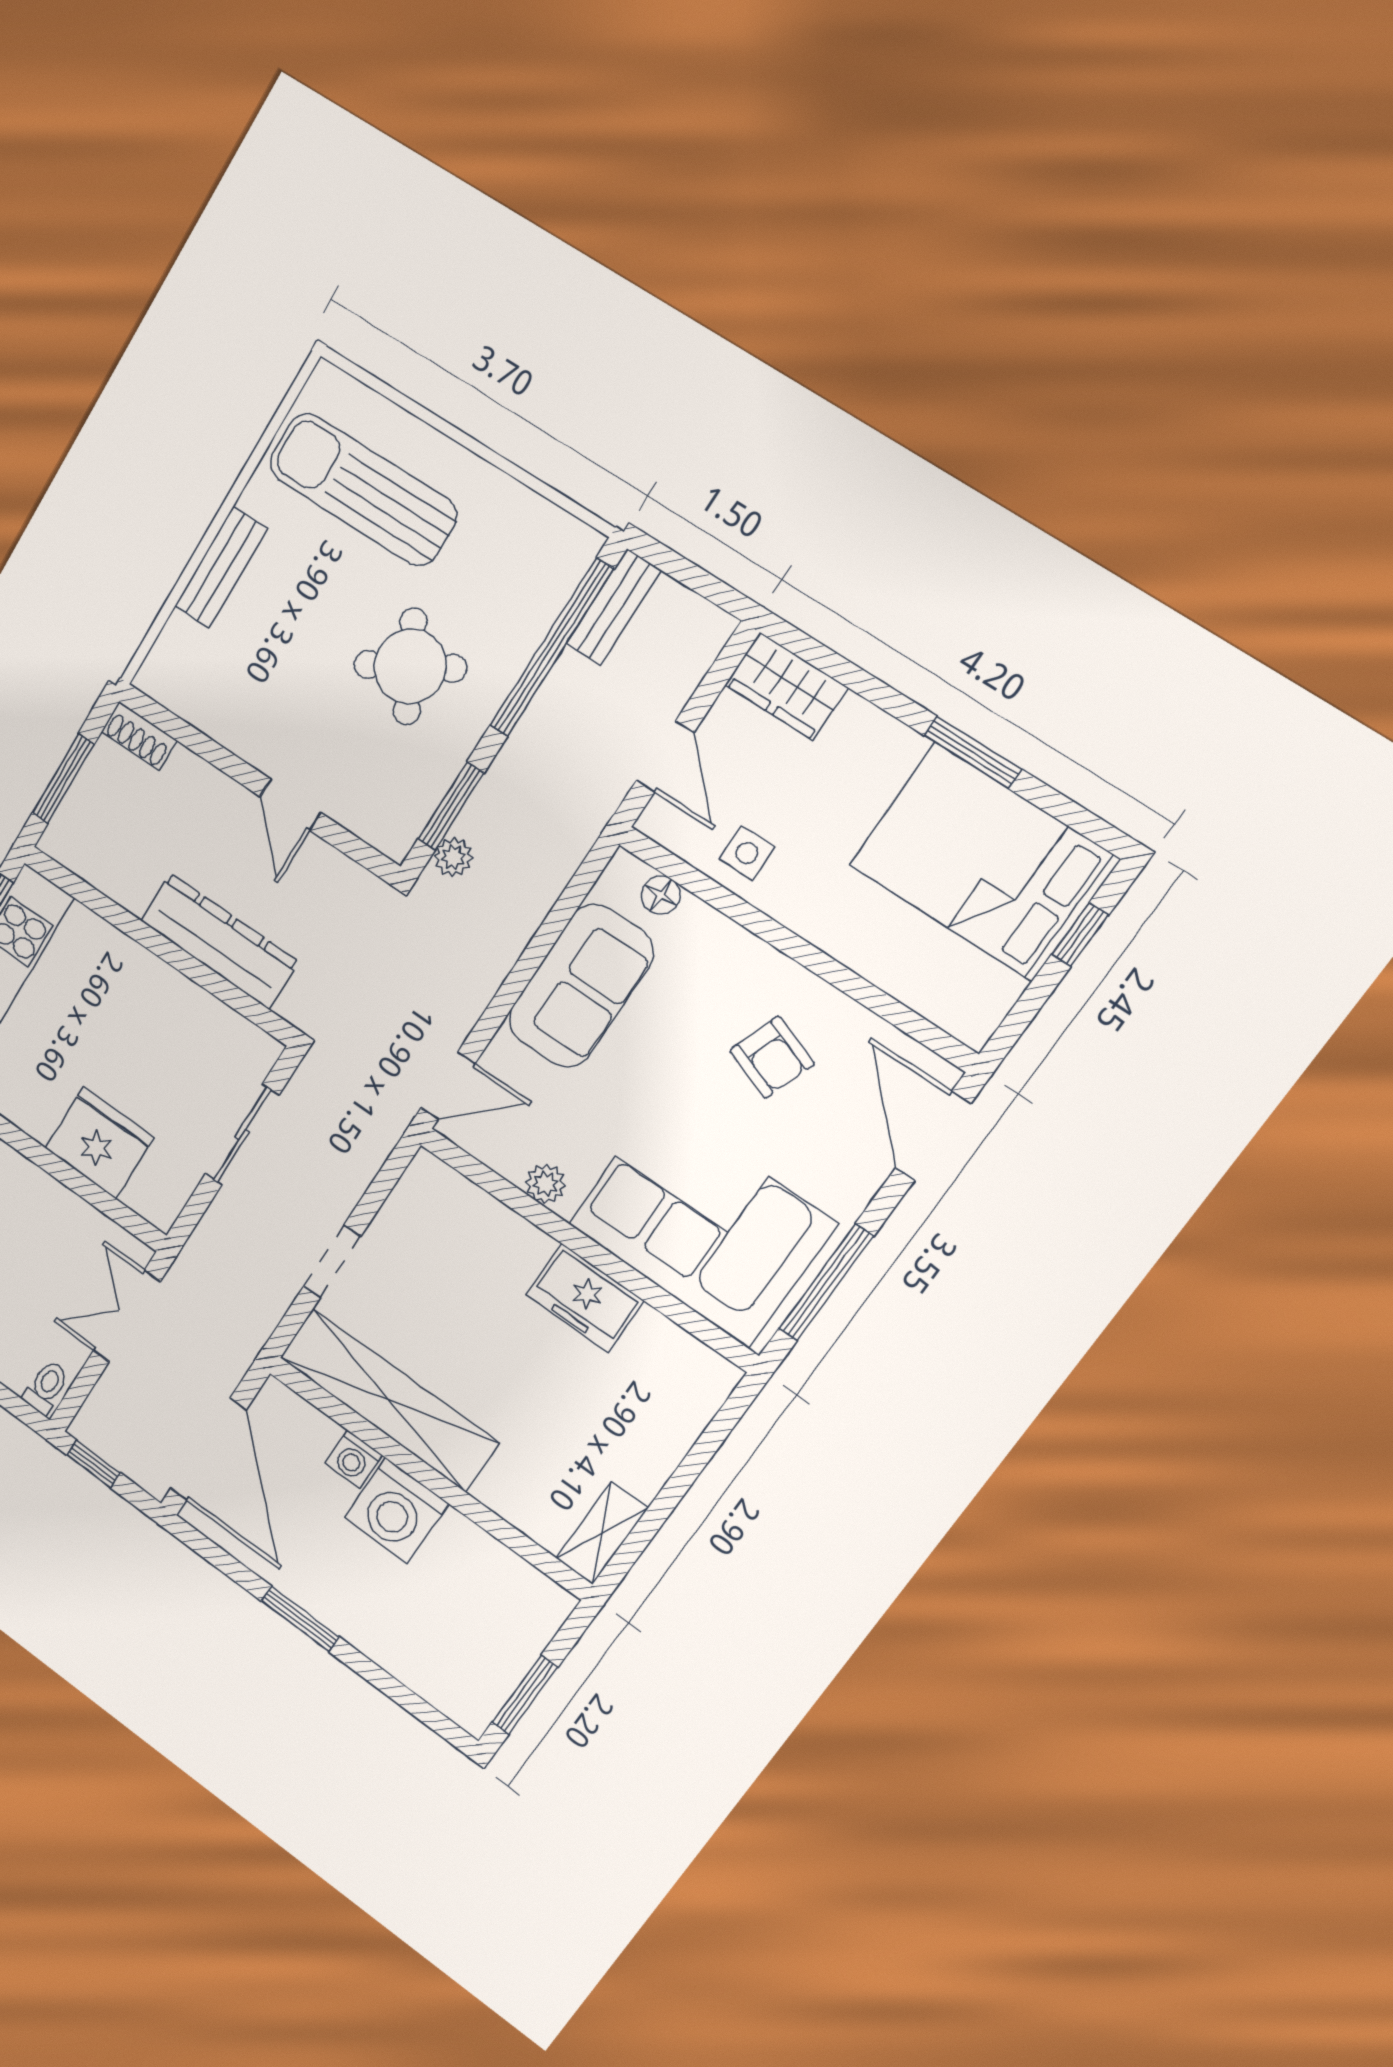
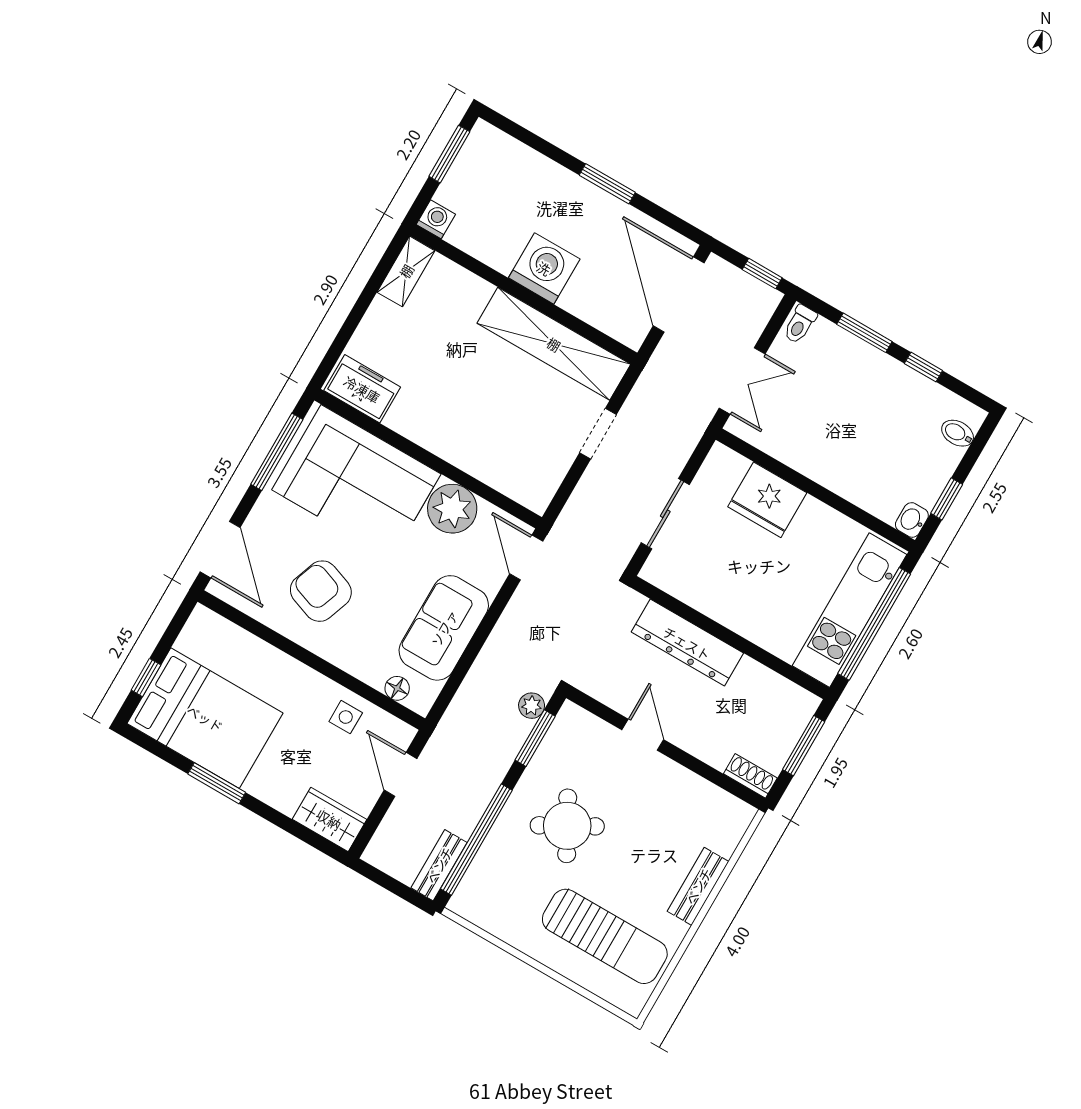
armchair: (772, 1057) -> (321, 591), width x1.38, depth x1.38
door: (448, 1086) -> (526, 558), hinge flipped
plant: (546, 1184) -> (452, 509), width x1.88, depth x1.88
freezer: (585, 1298) -> (362, 389), moved
washing machine: (354, 1459) -> (436, 219), moved

